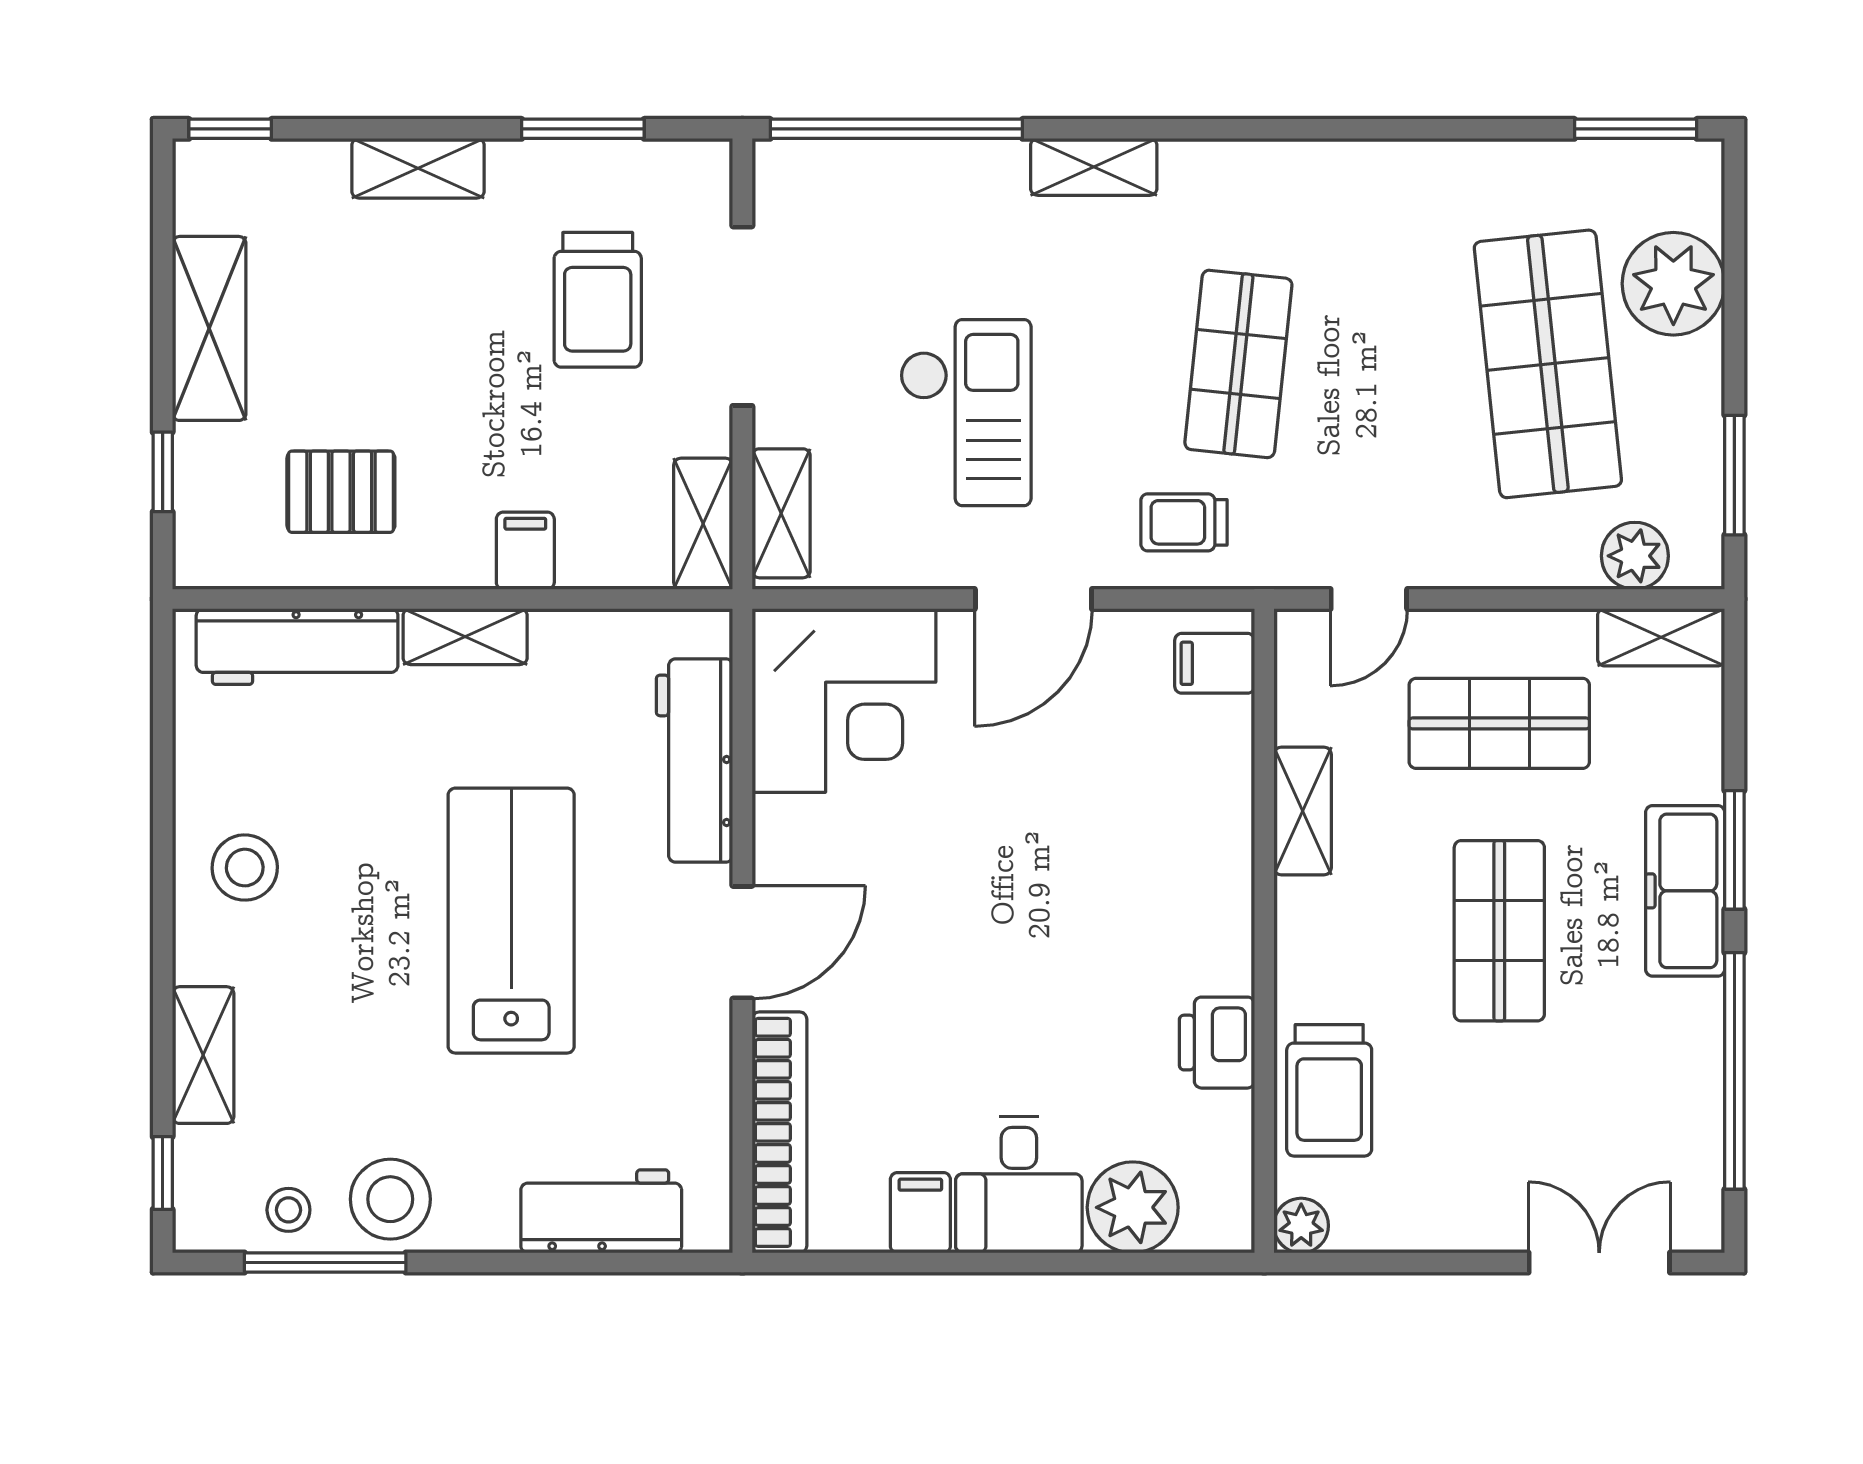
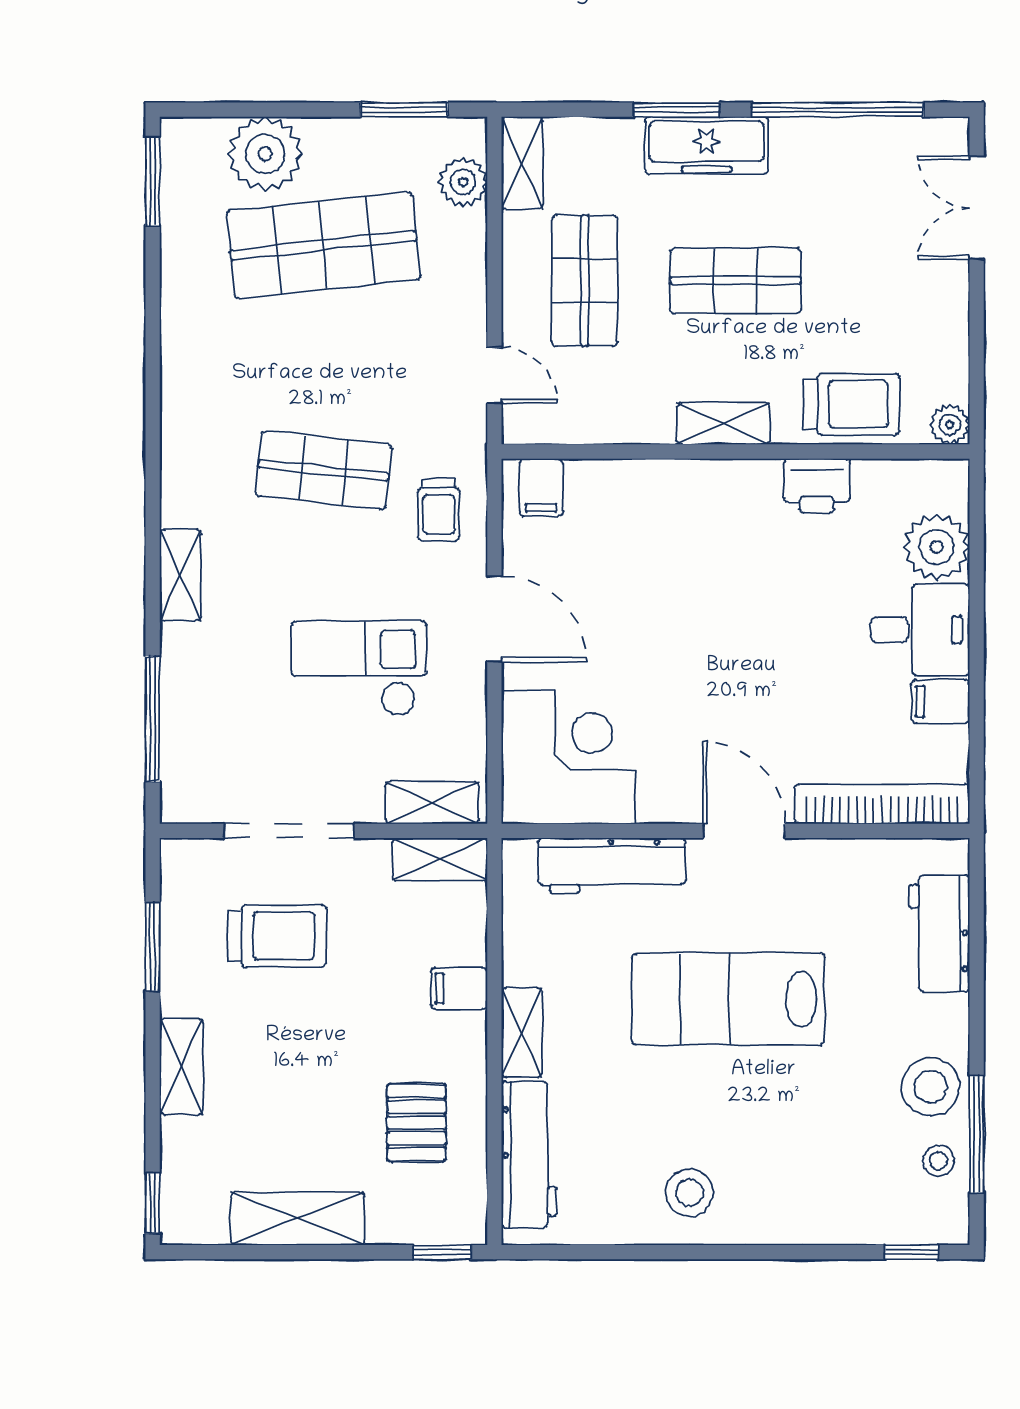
window: (896, 129) -> (153, 719), width x0.68
window: (163, 472) -> (442, 1252), moved
shelving: (1303, 811) -> (723, 424), moved
shelving: (203, 1055) -> (826, 1223), removed

